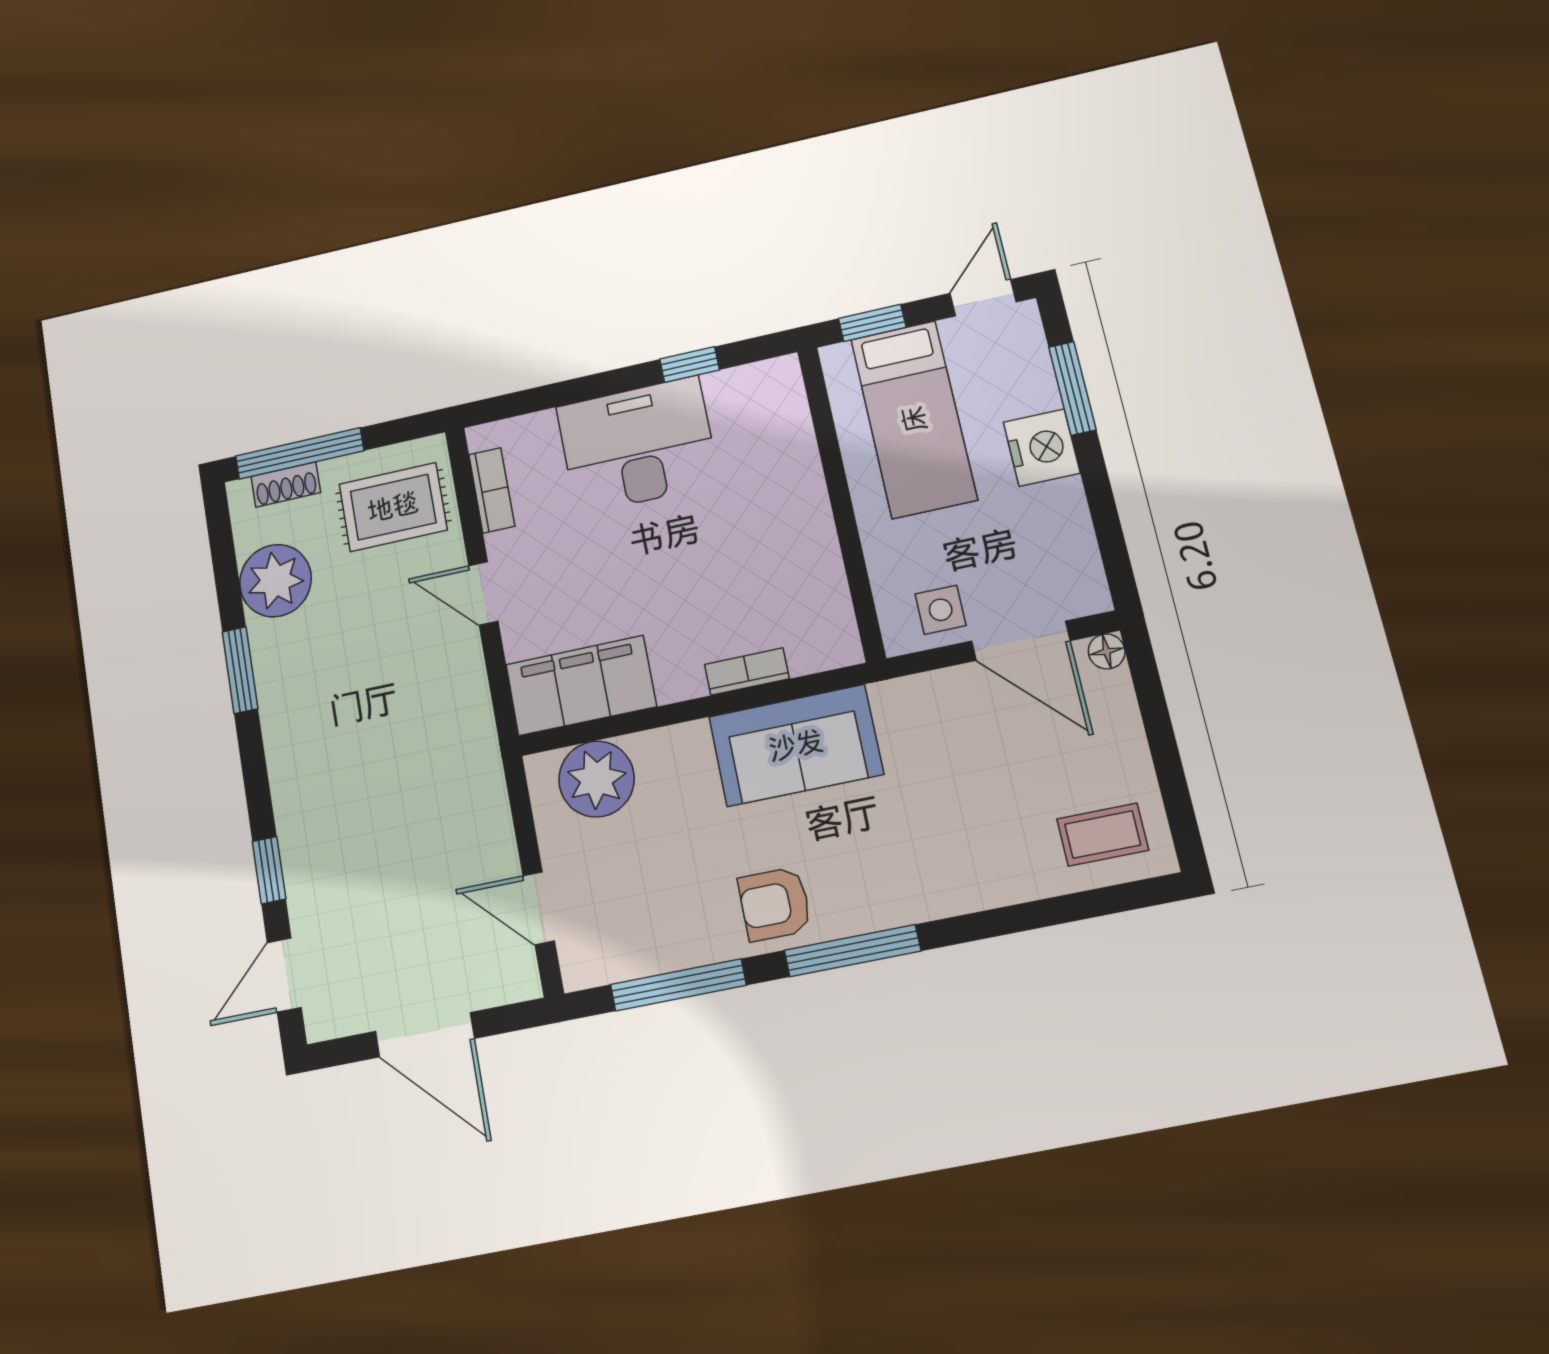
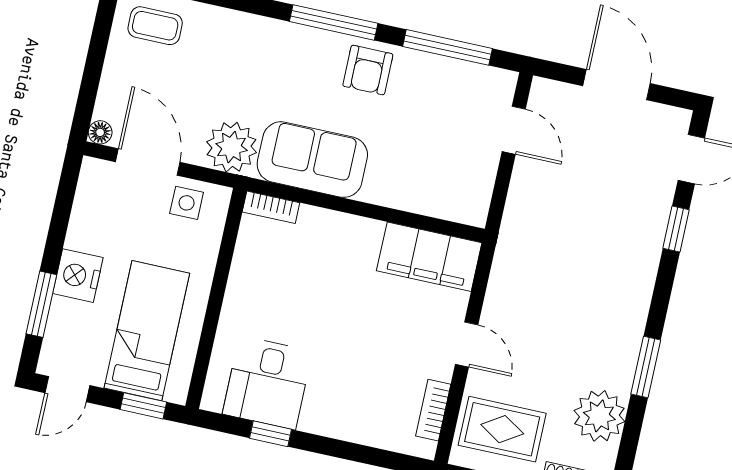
desk: (638, 445) -> (267, 383), moved, width x0.73
bookcase: (747, 672) -> (271, 207), moved
plant: (597, 779) -> (232, 147), moved
armchair: (775, 904) -> (368, 70), turned 90

